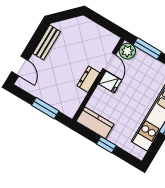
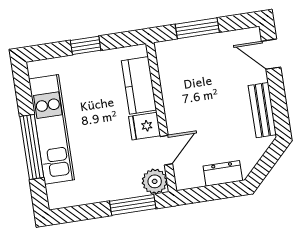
door: (109, 62) -> (166, 150), swing flipped
dresser: (88, 79) -> (223, 173), moved, turned -90
kitchen counter: (95, 123) -> (139, 85), moved, turned 90

